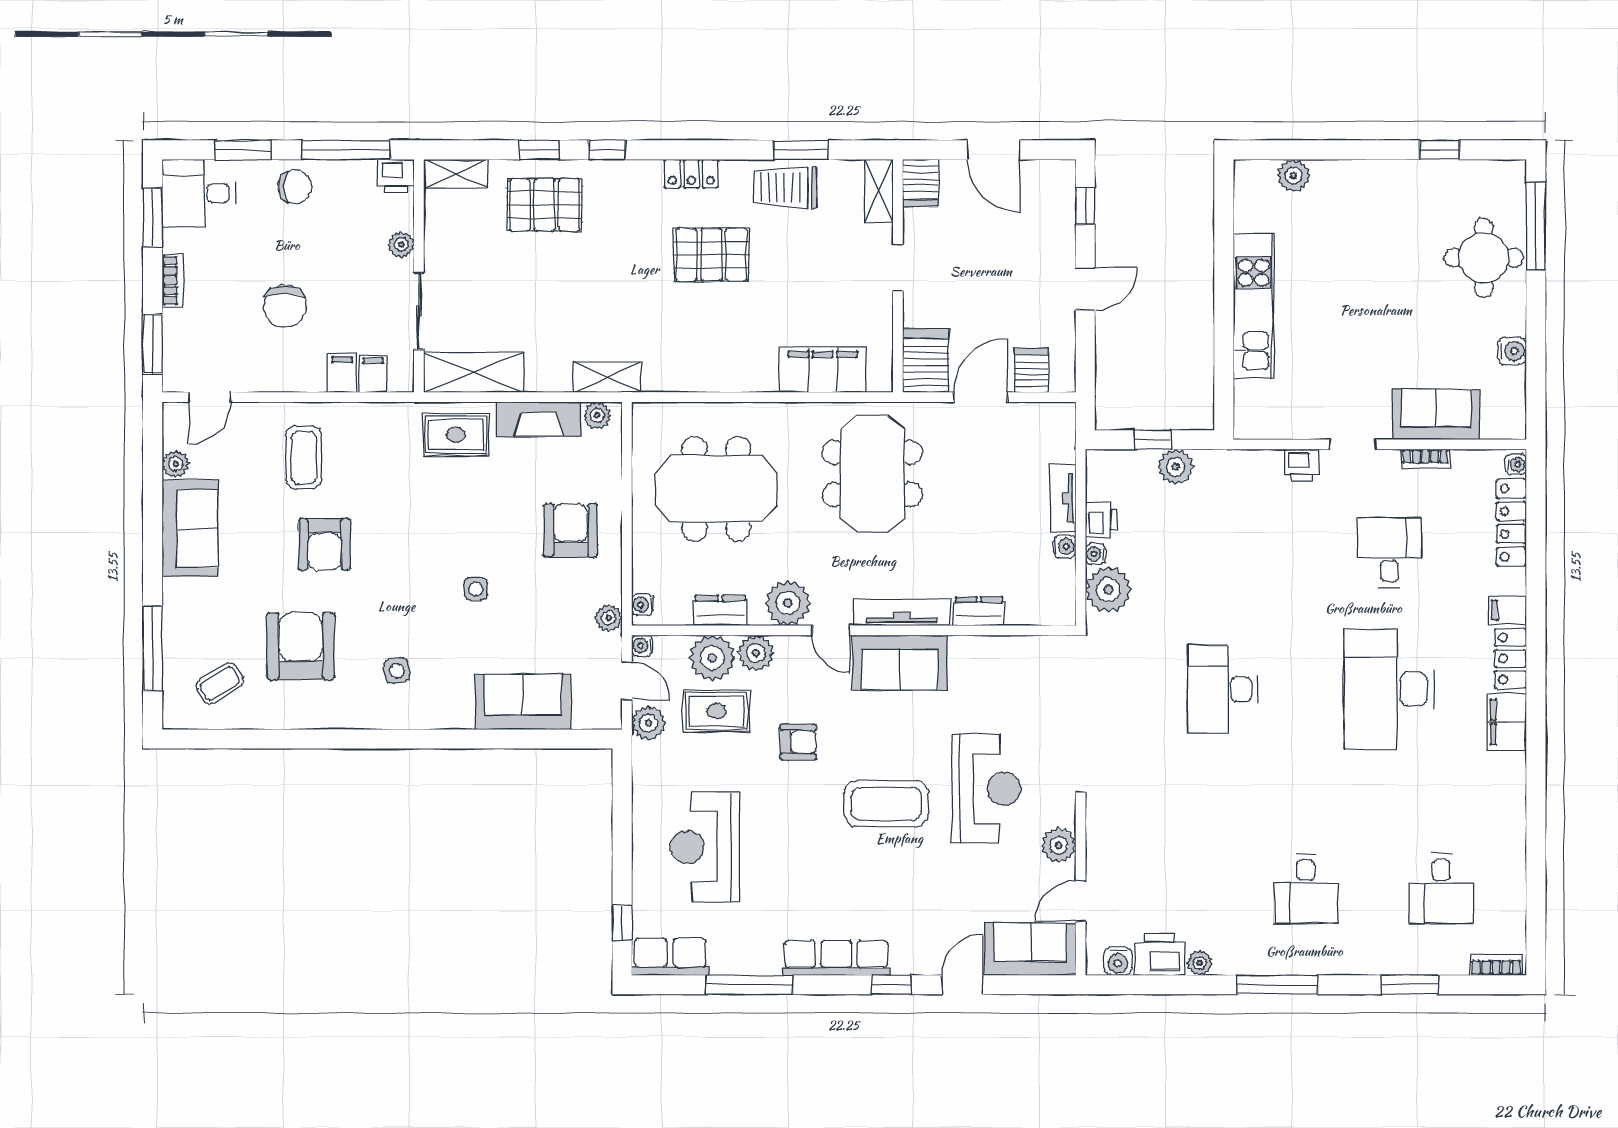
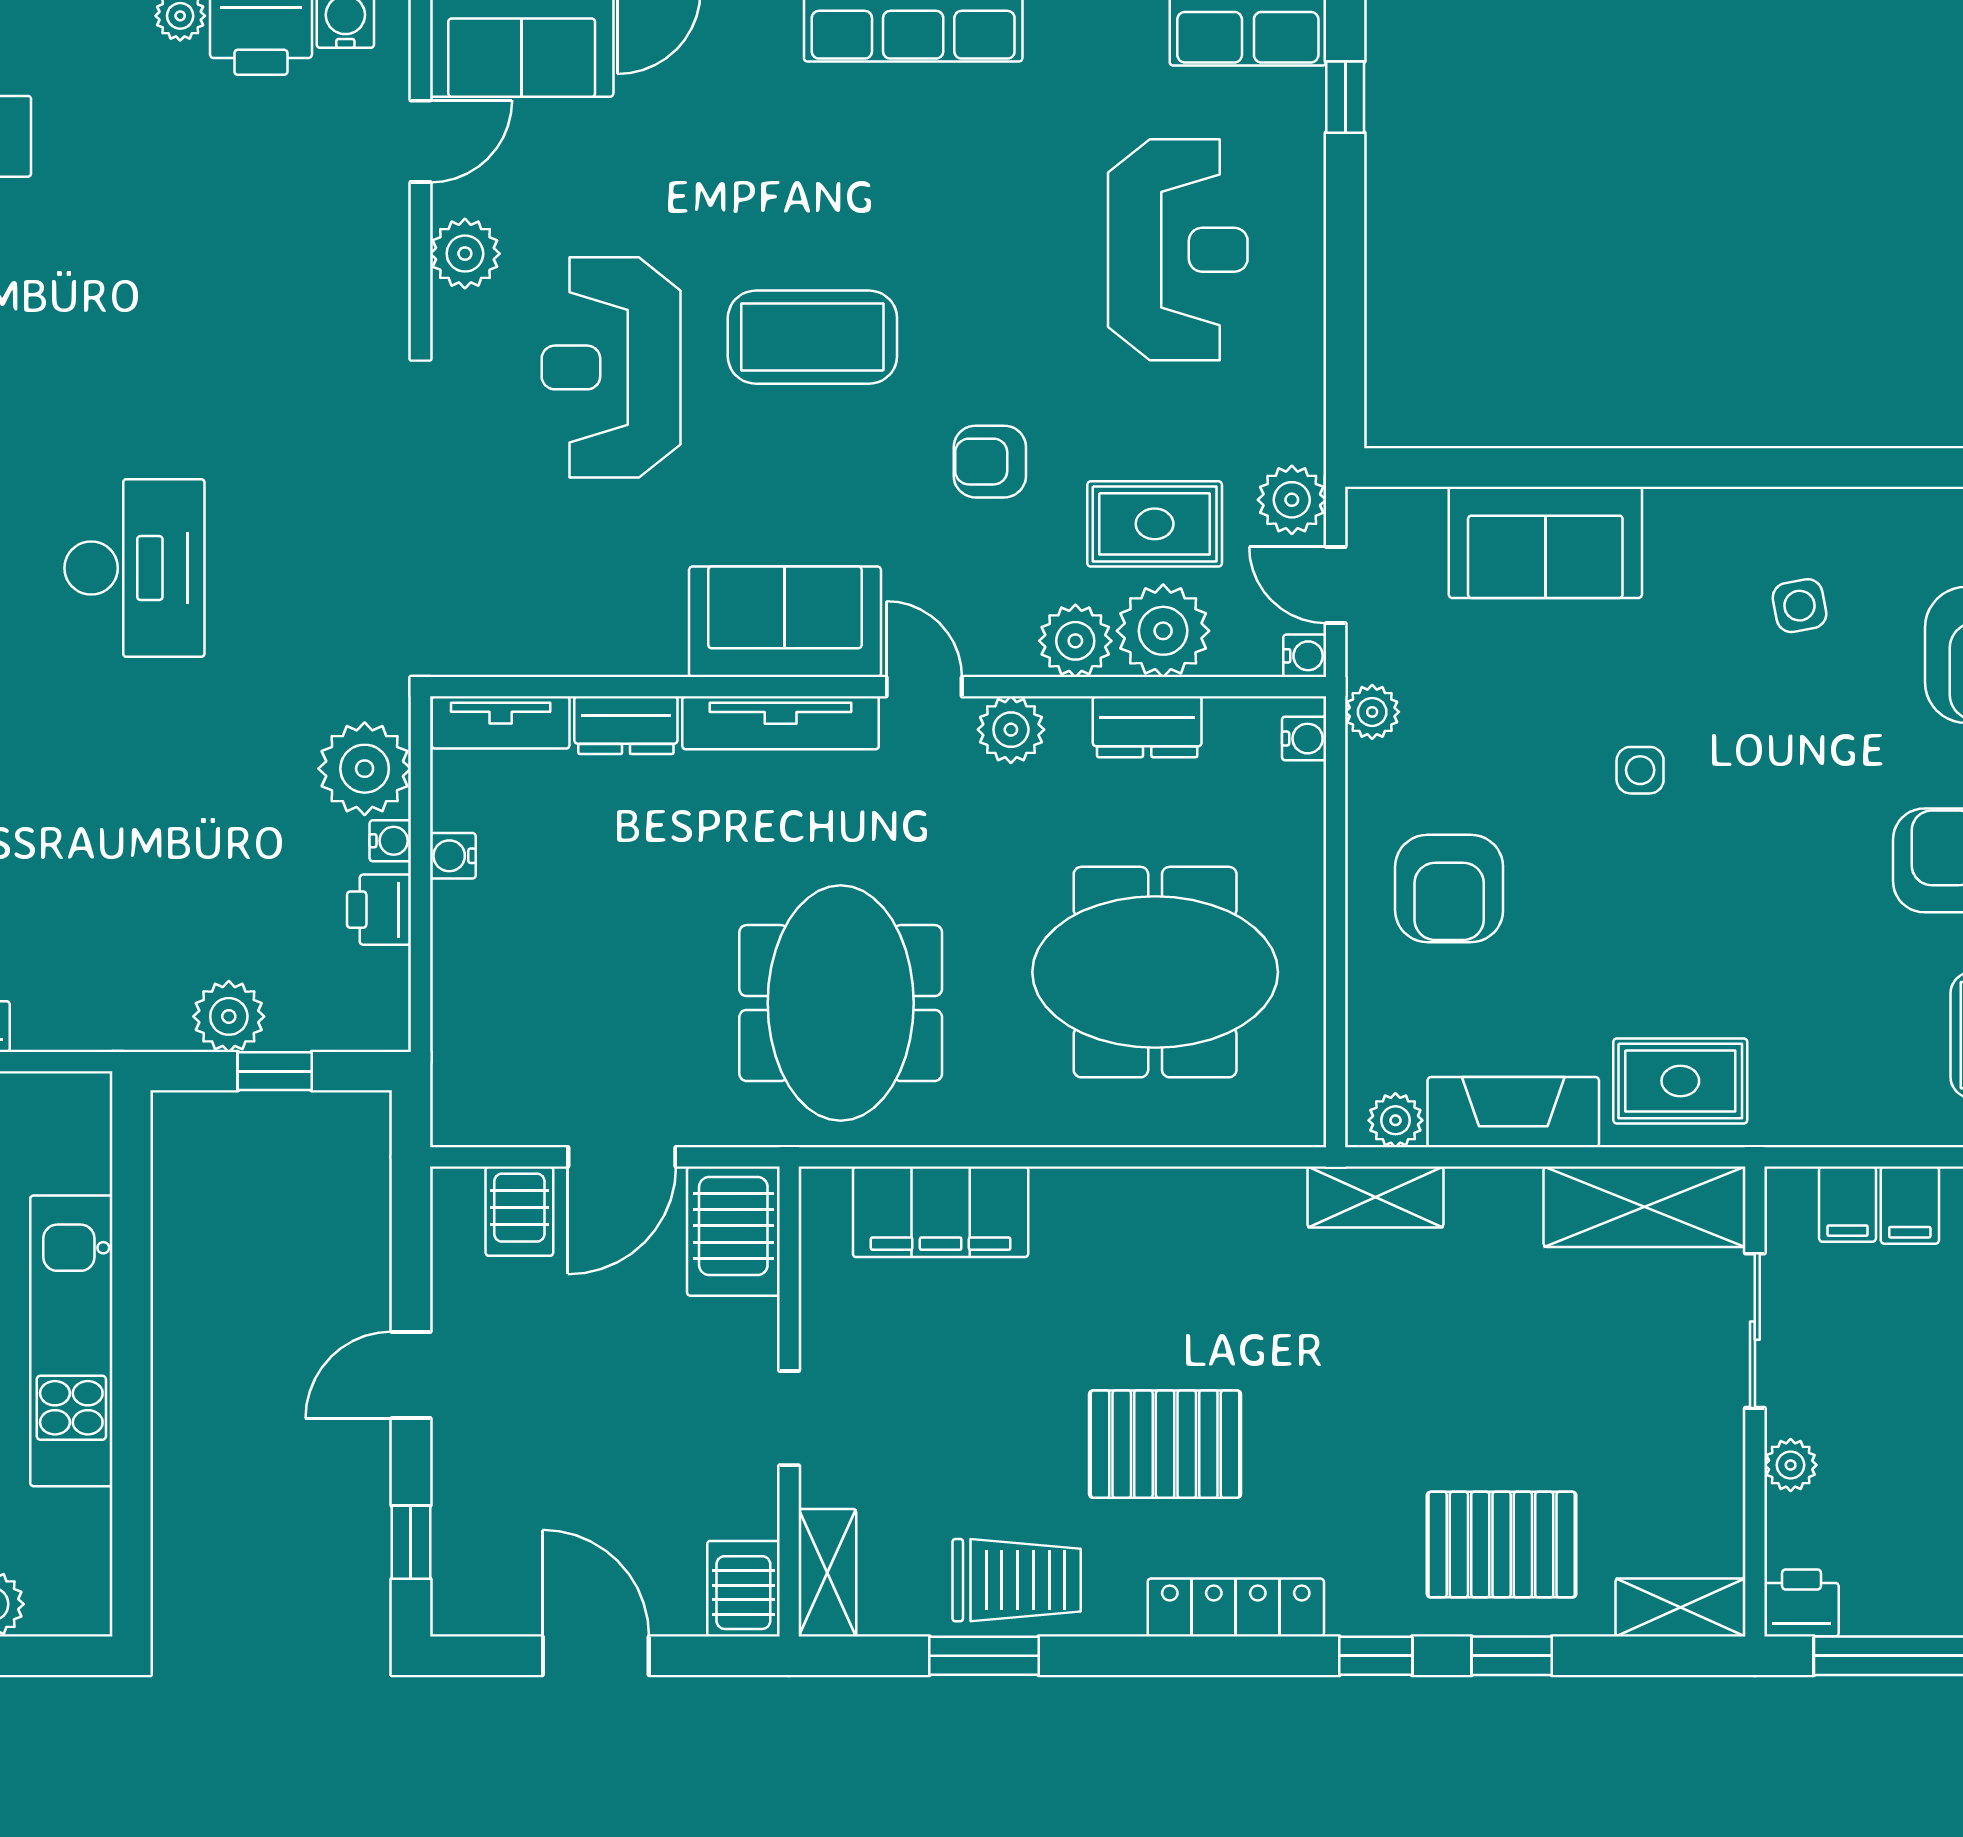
locker: (691, 174) -> (1236, 1608), width x1.53
tv unit: (1063, 499) -> (501, 722), moved, turned 90
plant: (788, 603) -> (1011, 730), width x0.73, depth x0.73

